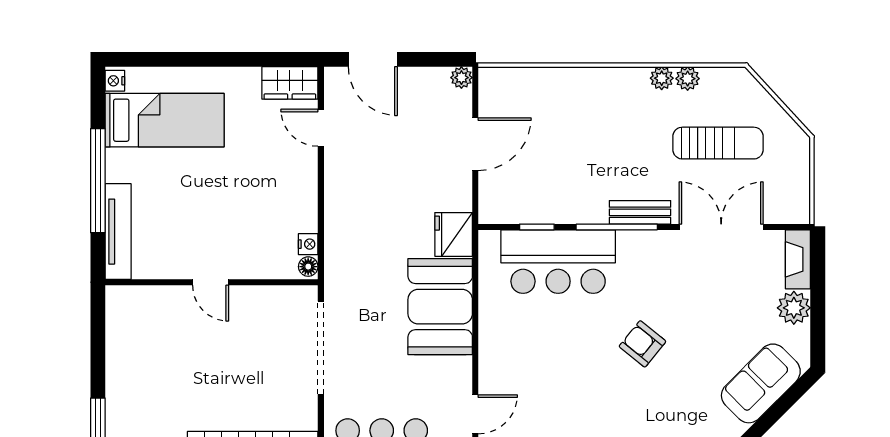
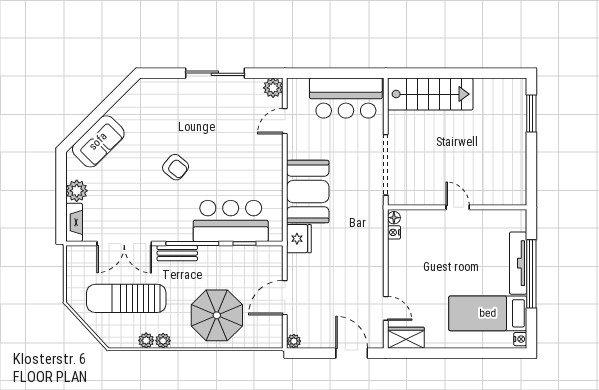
parasol: (579, 117) -> (217, 315), added
sun lounger: (718, 143) -> (126, 298), width x1.36, depth x1.34
tv unit: (118, 232) -> (518, 263), moved

